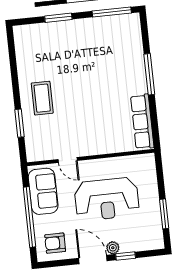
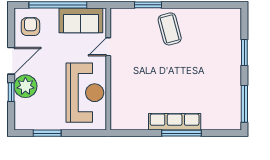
coffee table: (42, 98) -> (170, 29), turned 75
row of seats: (142, 122) -> (175, 122), moved
reception desk: (107, 199) -> (85, 93), moved, turned 180
plant: (113, 248) -> (25, 86), width x1.88, depth x1.88

